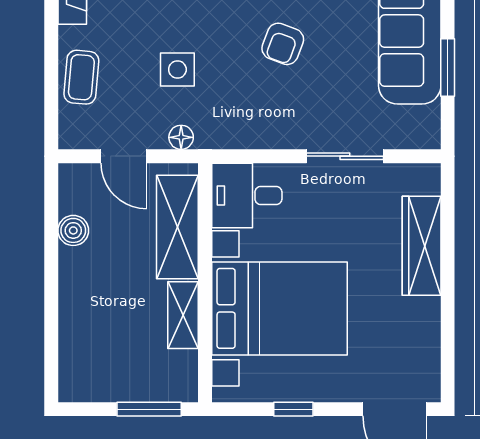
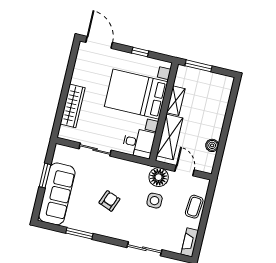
floor lamp: (181, 137) -> (159, 177), width x1.89, depth x1.89

